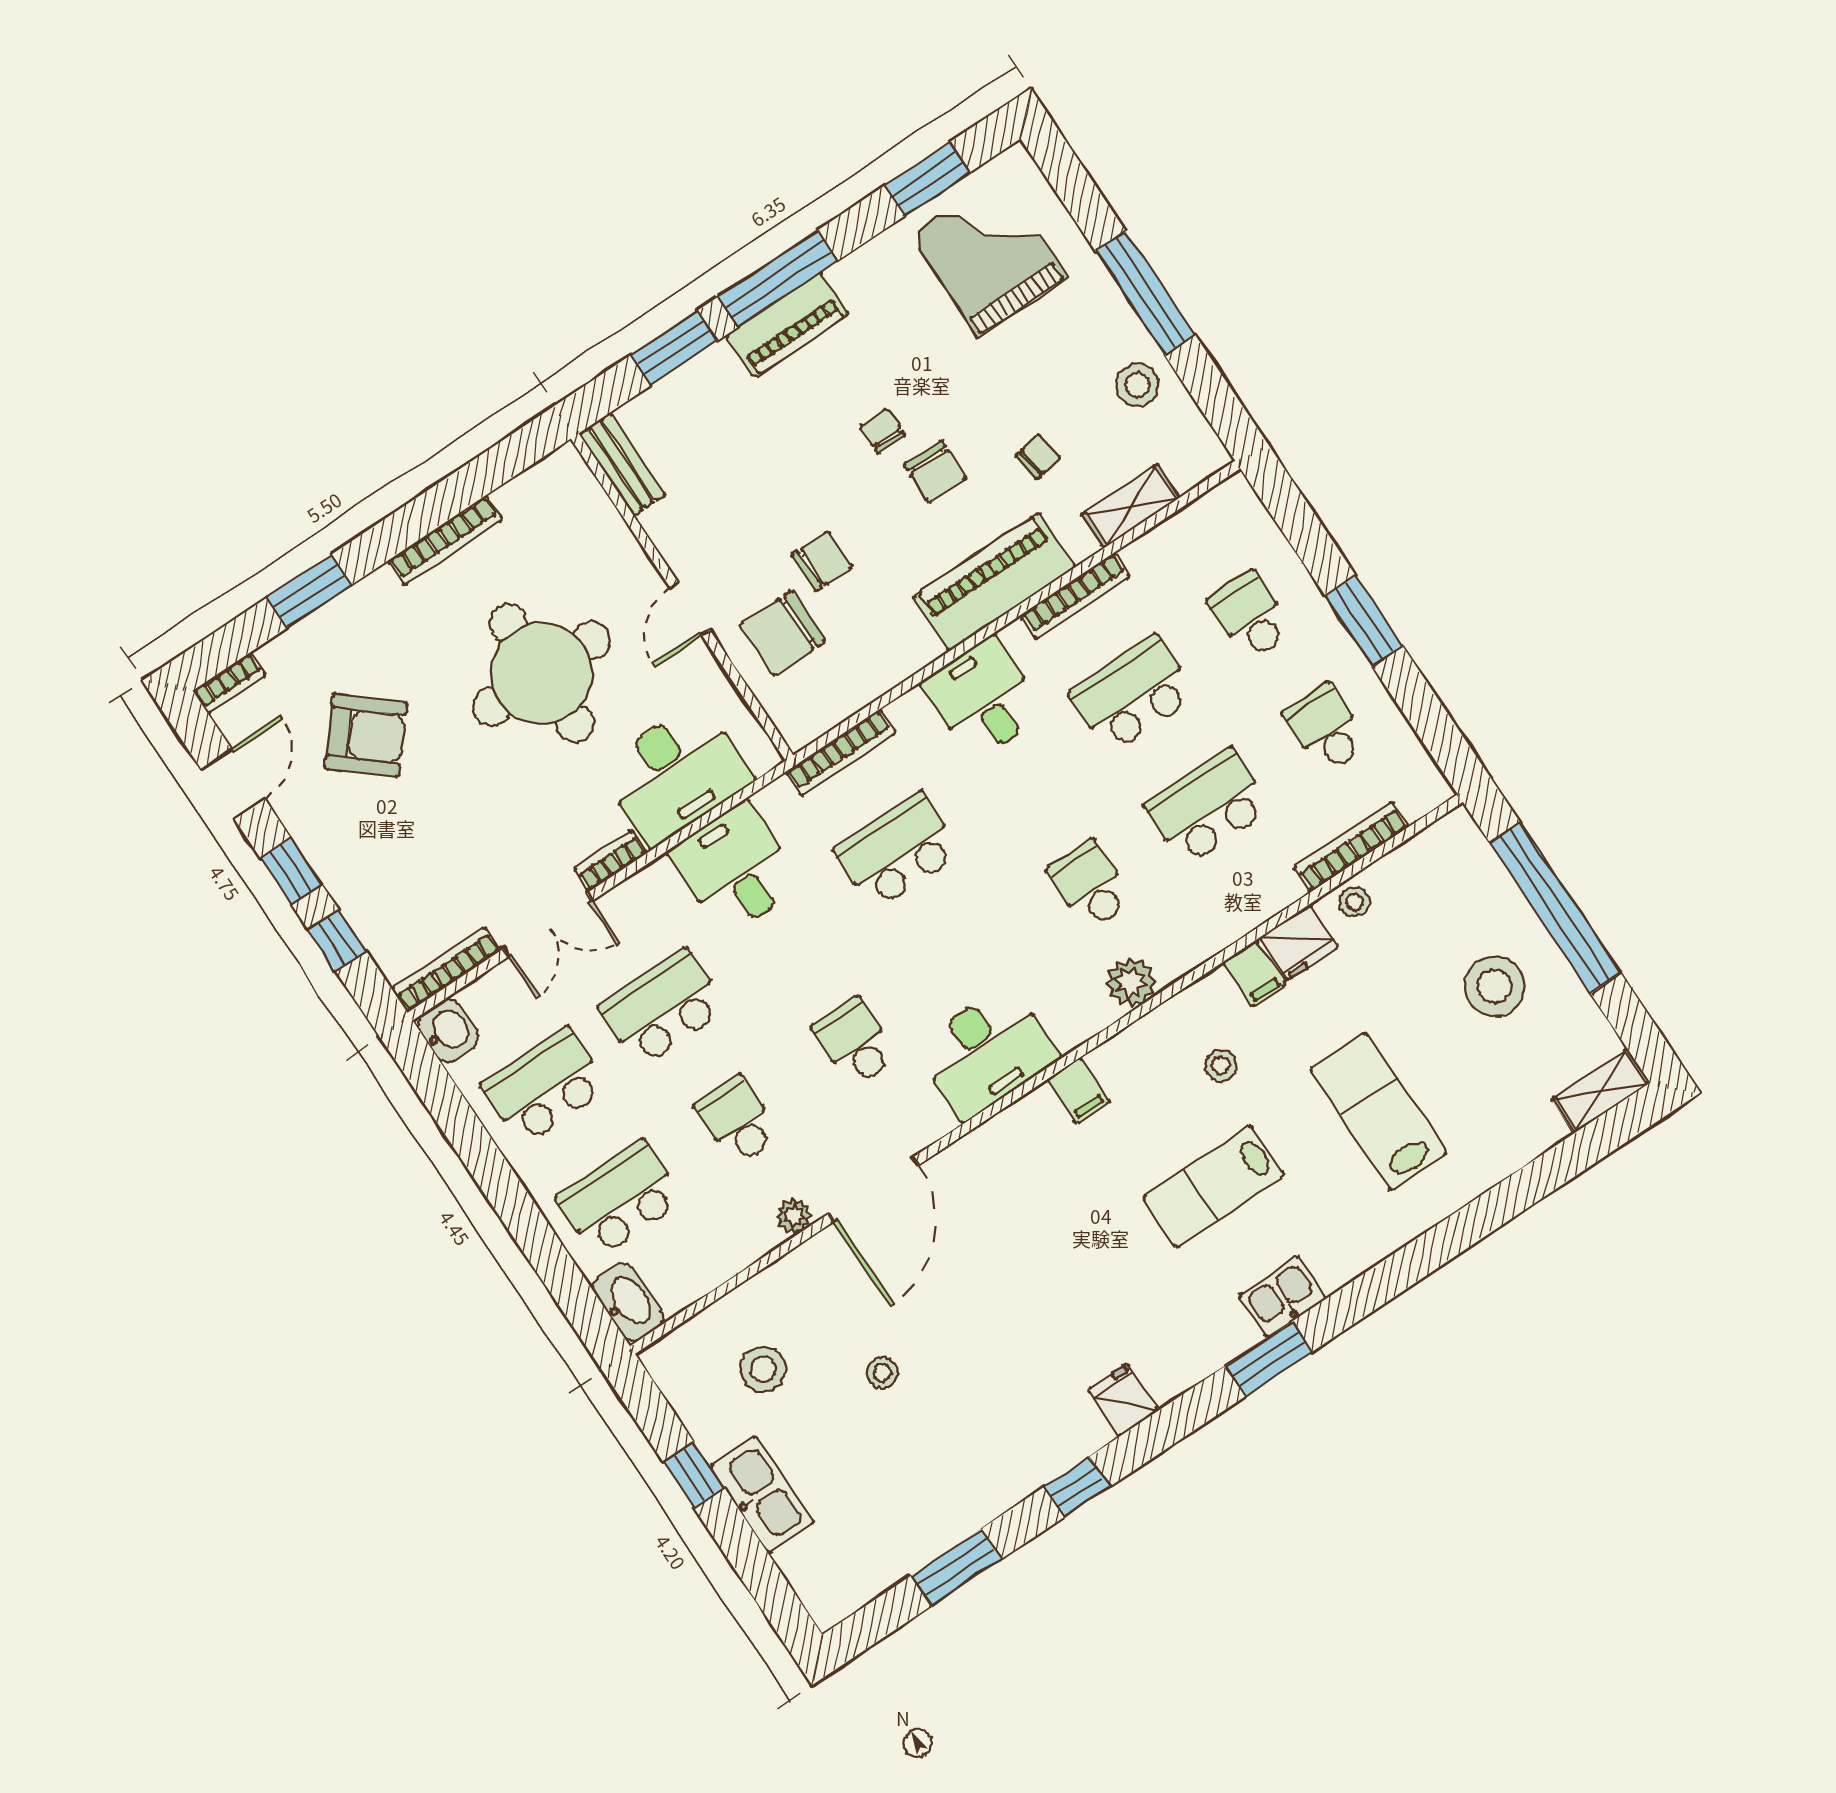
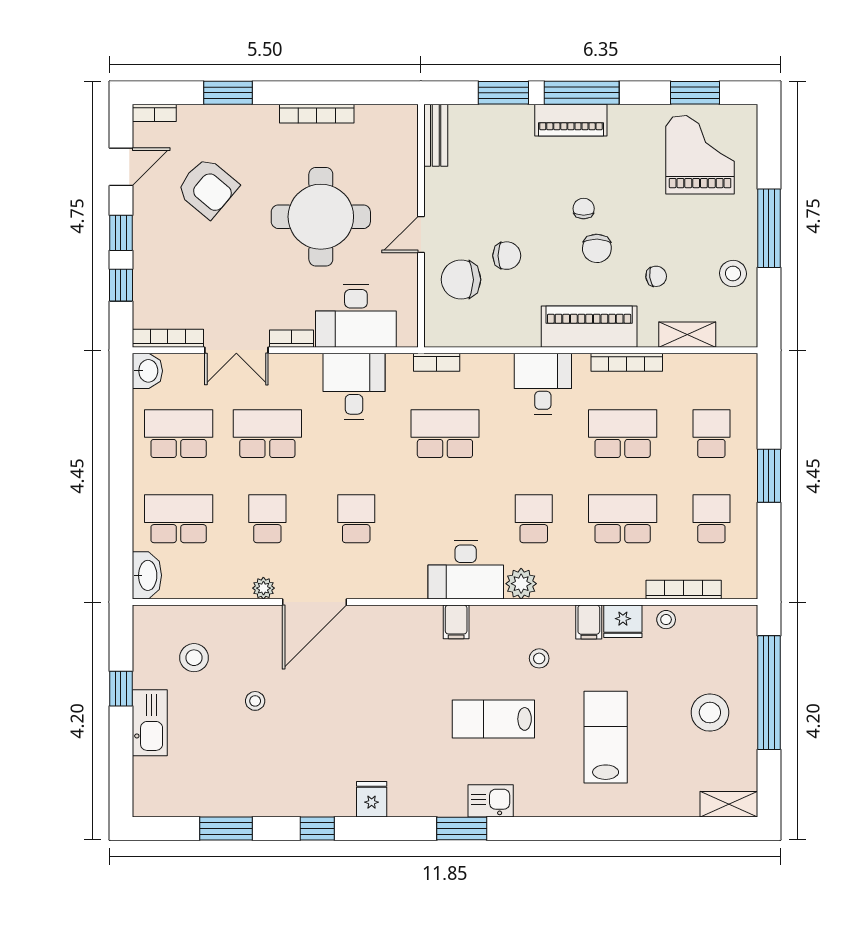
bookcase: (841, 752) -> (437, 362), width x0.64
desk: (986, 1052) -> (466, 570), moved

